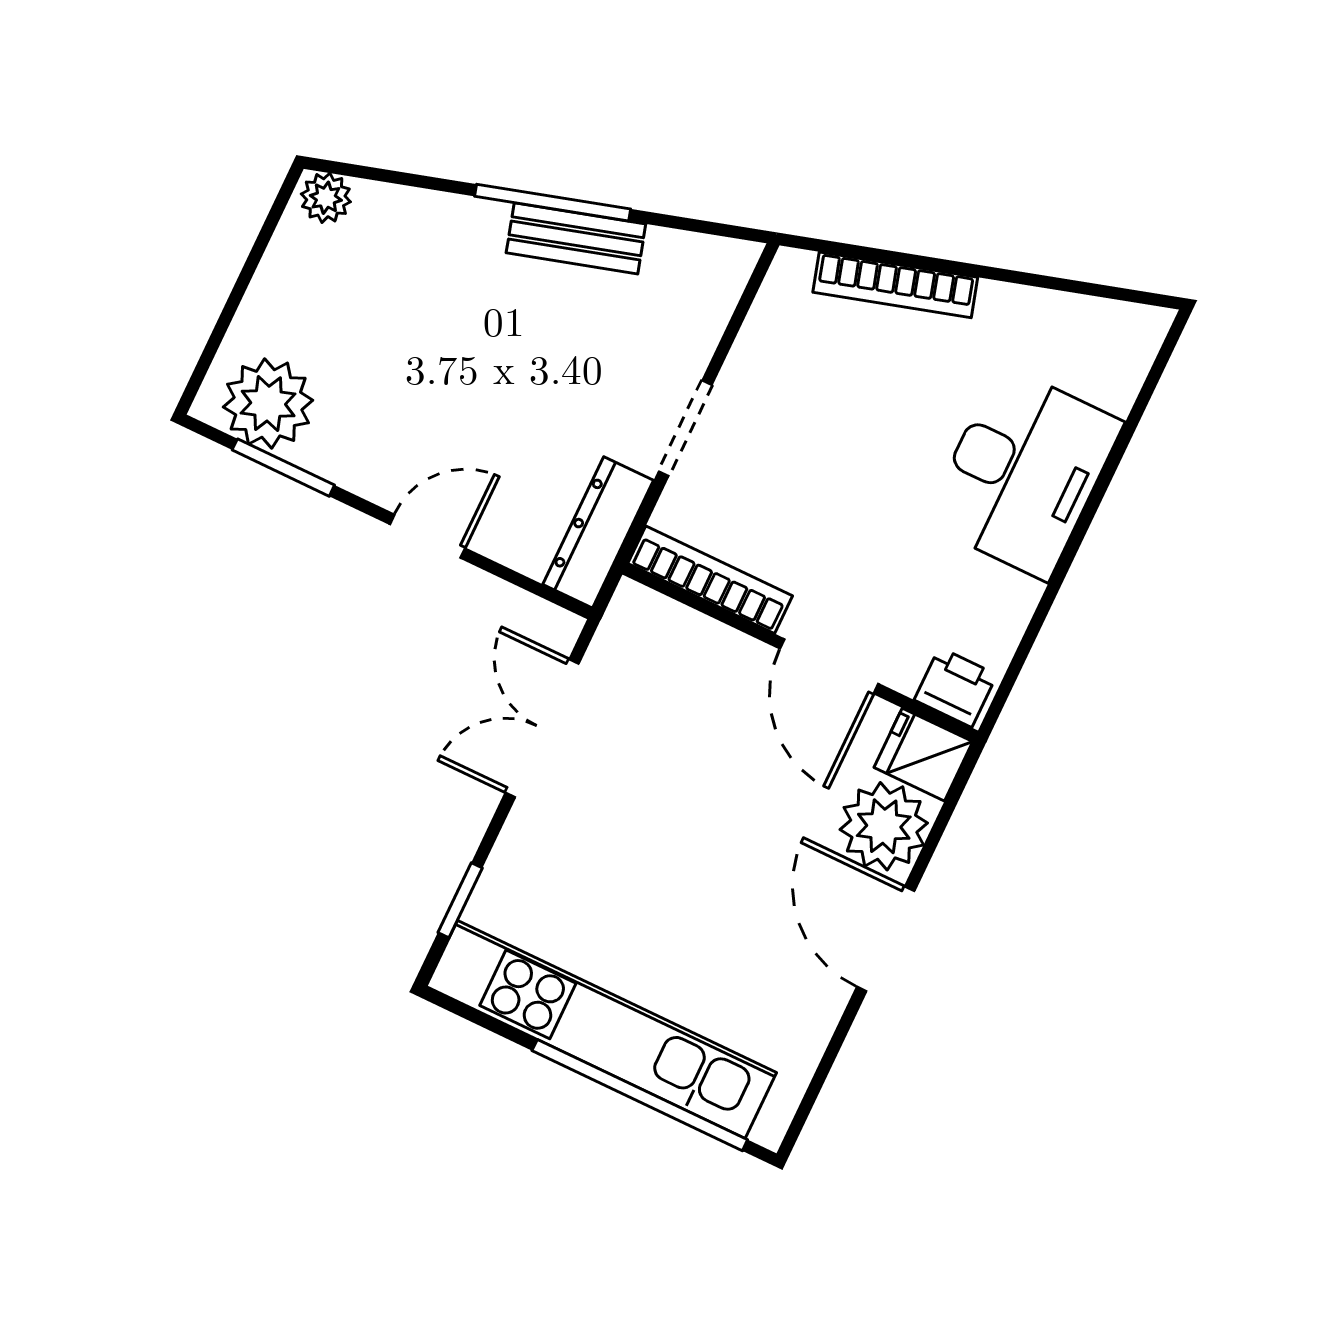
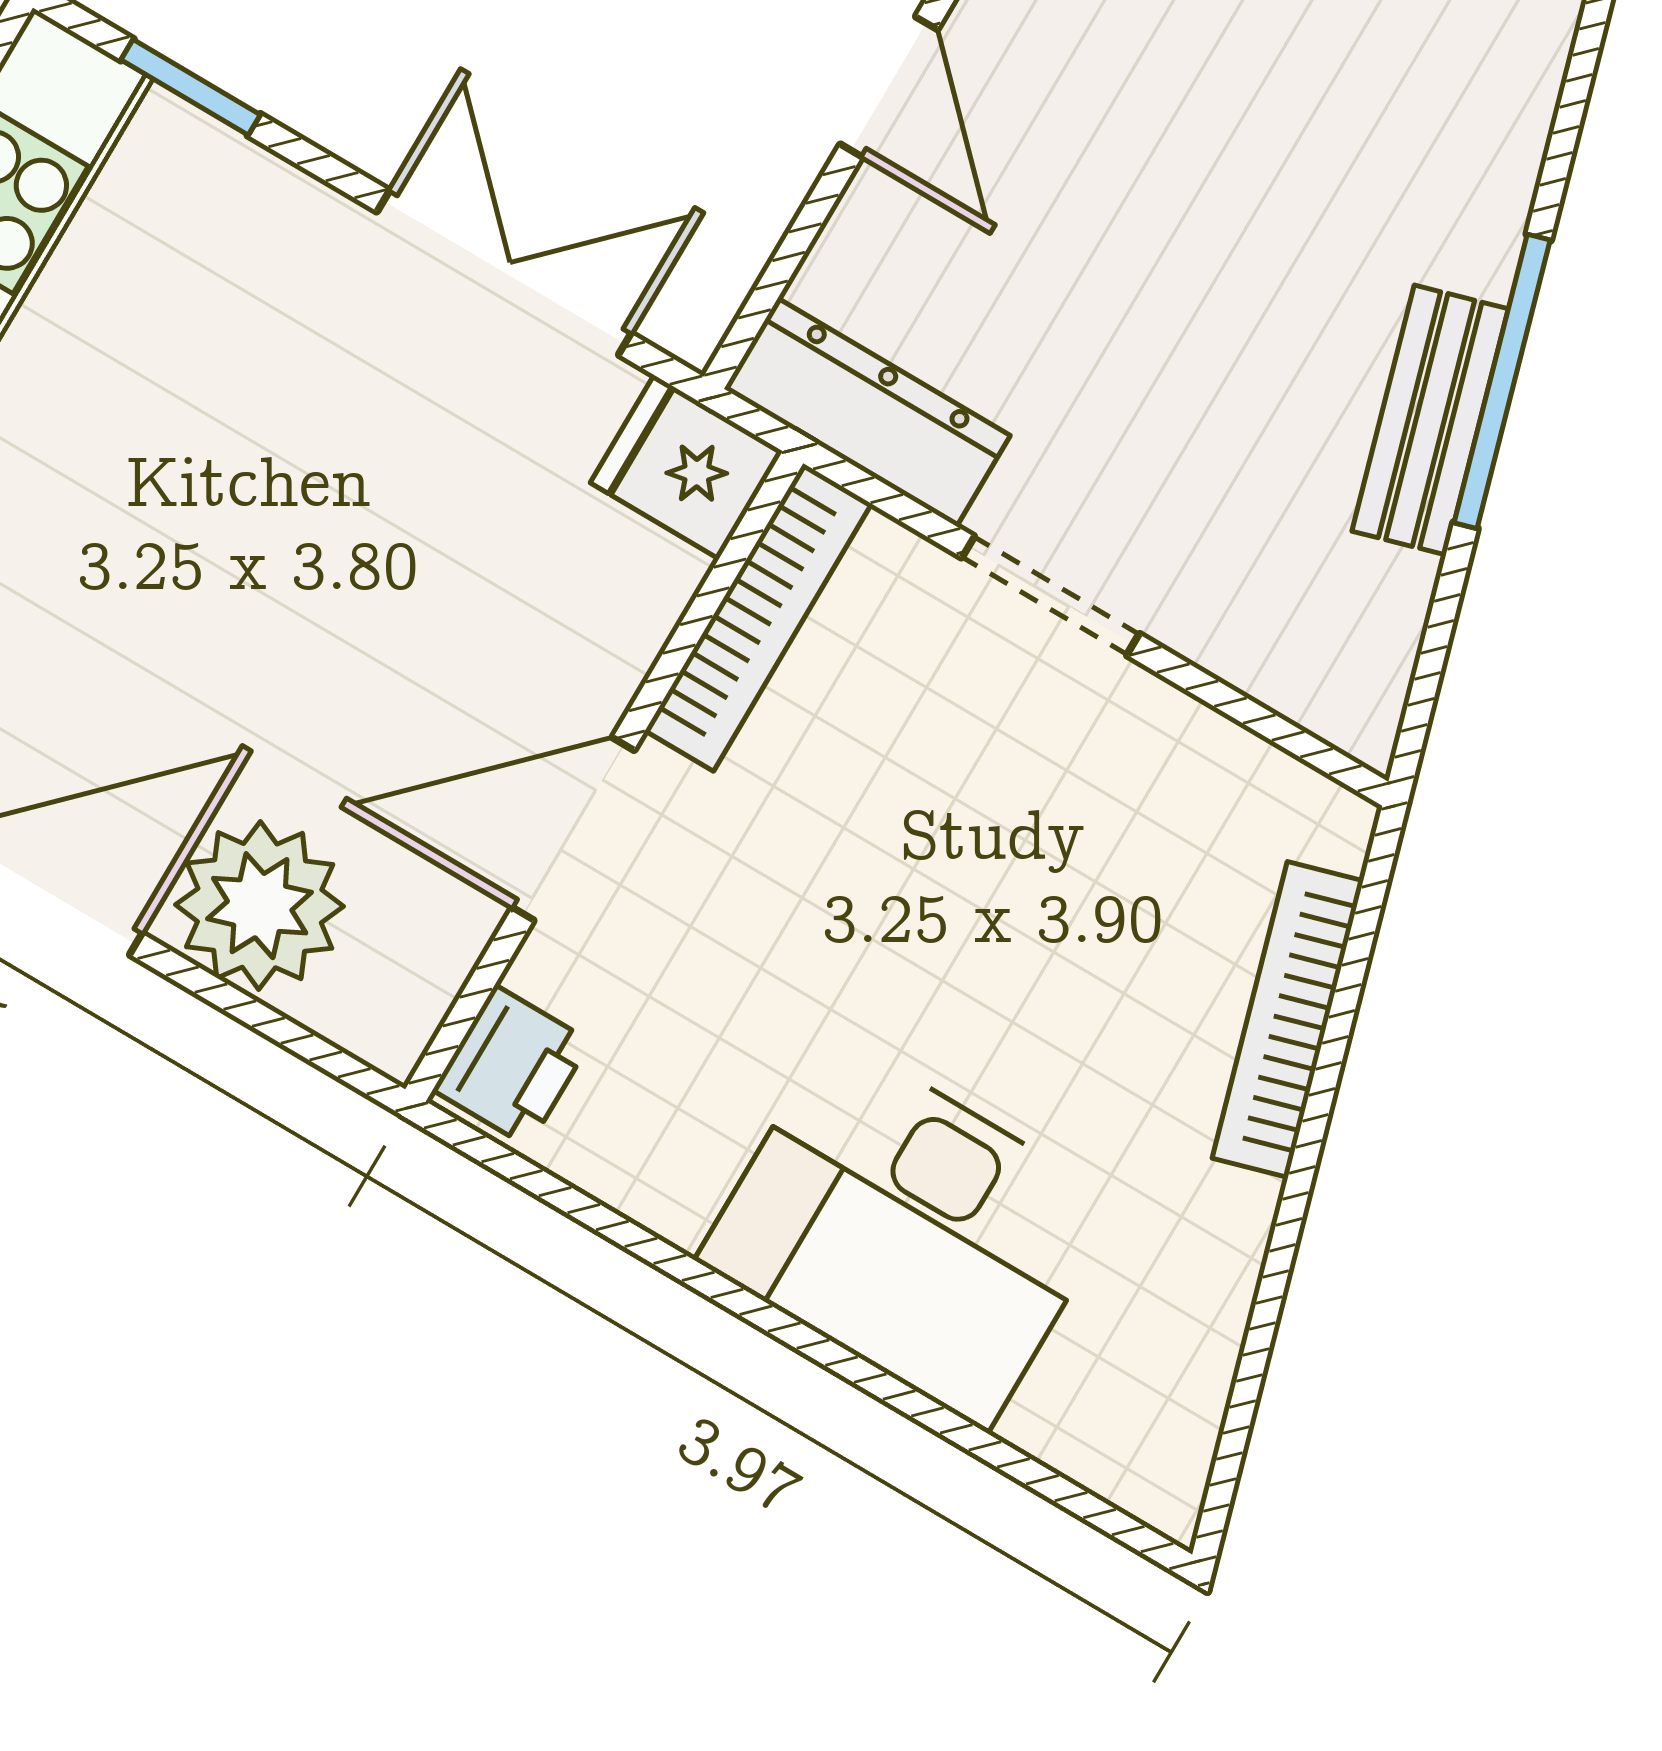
fridge: (923, 755) -> (687, 467), moved, turned -90

